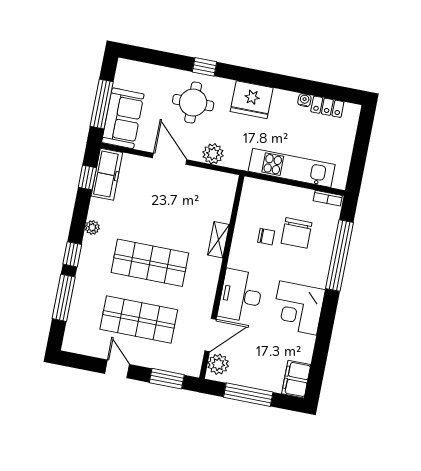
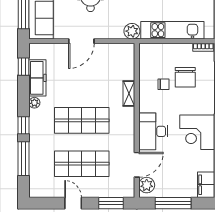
plant: (213, 154) -> (132, 31), moved
door: (170, 159) -> (81, 41), swing flipped
freezer: (107, 174) -> (37, 78), moved

